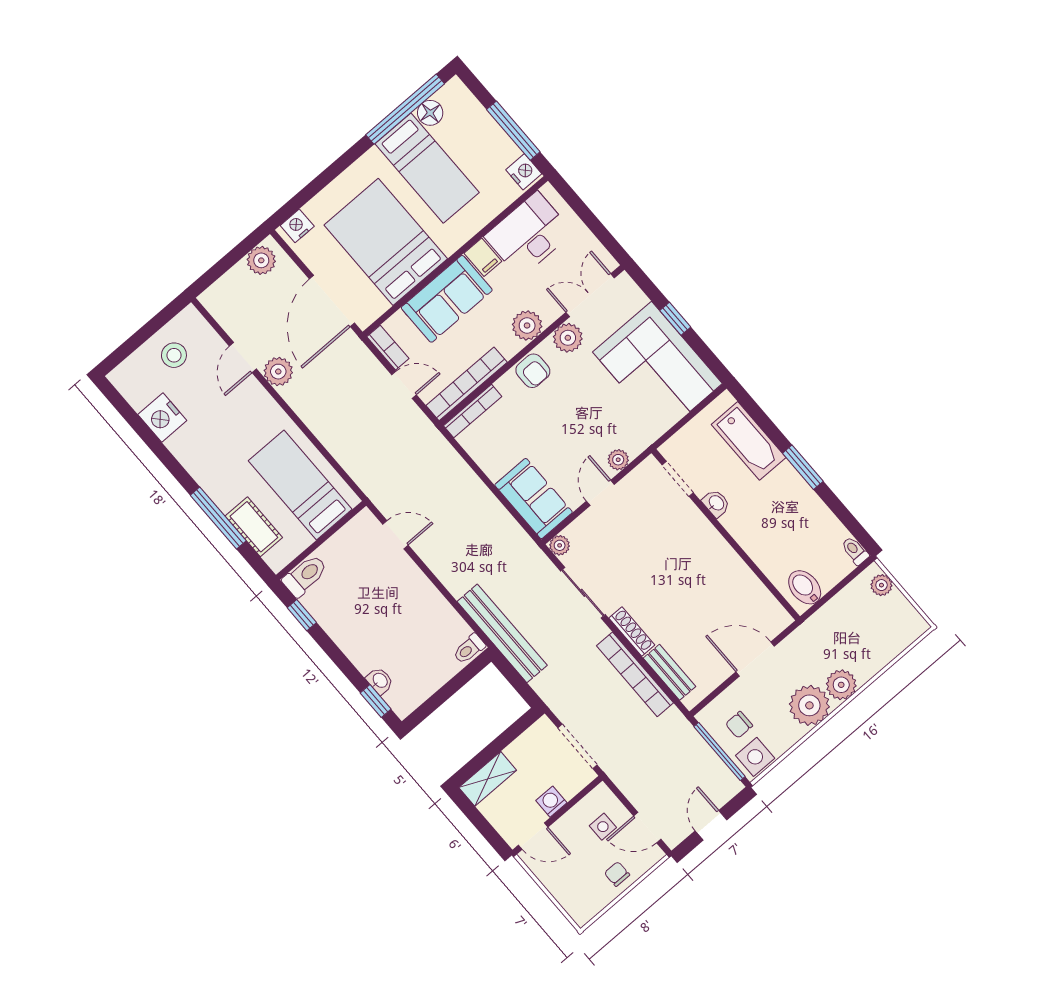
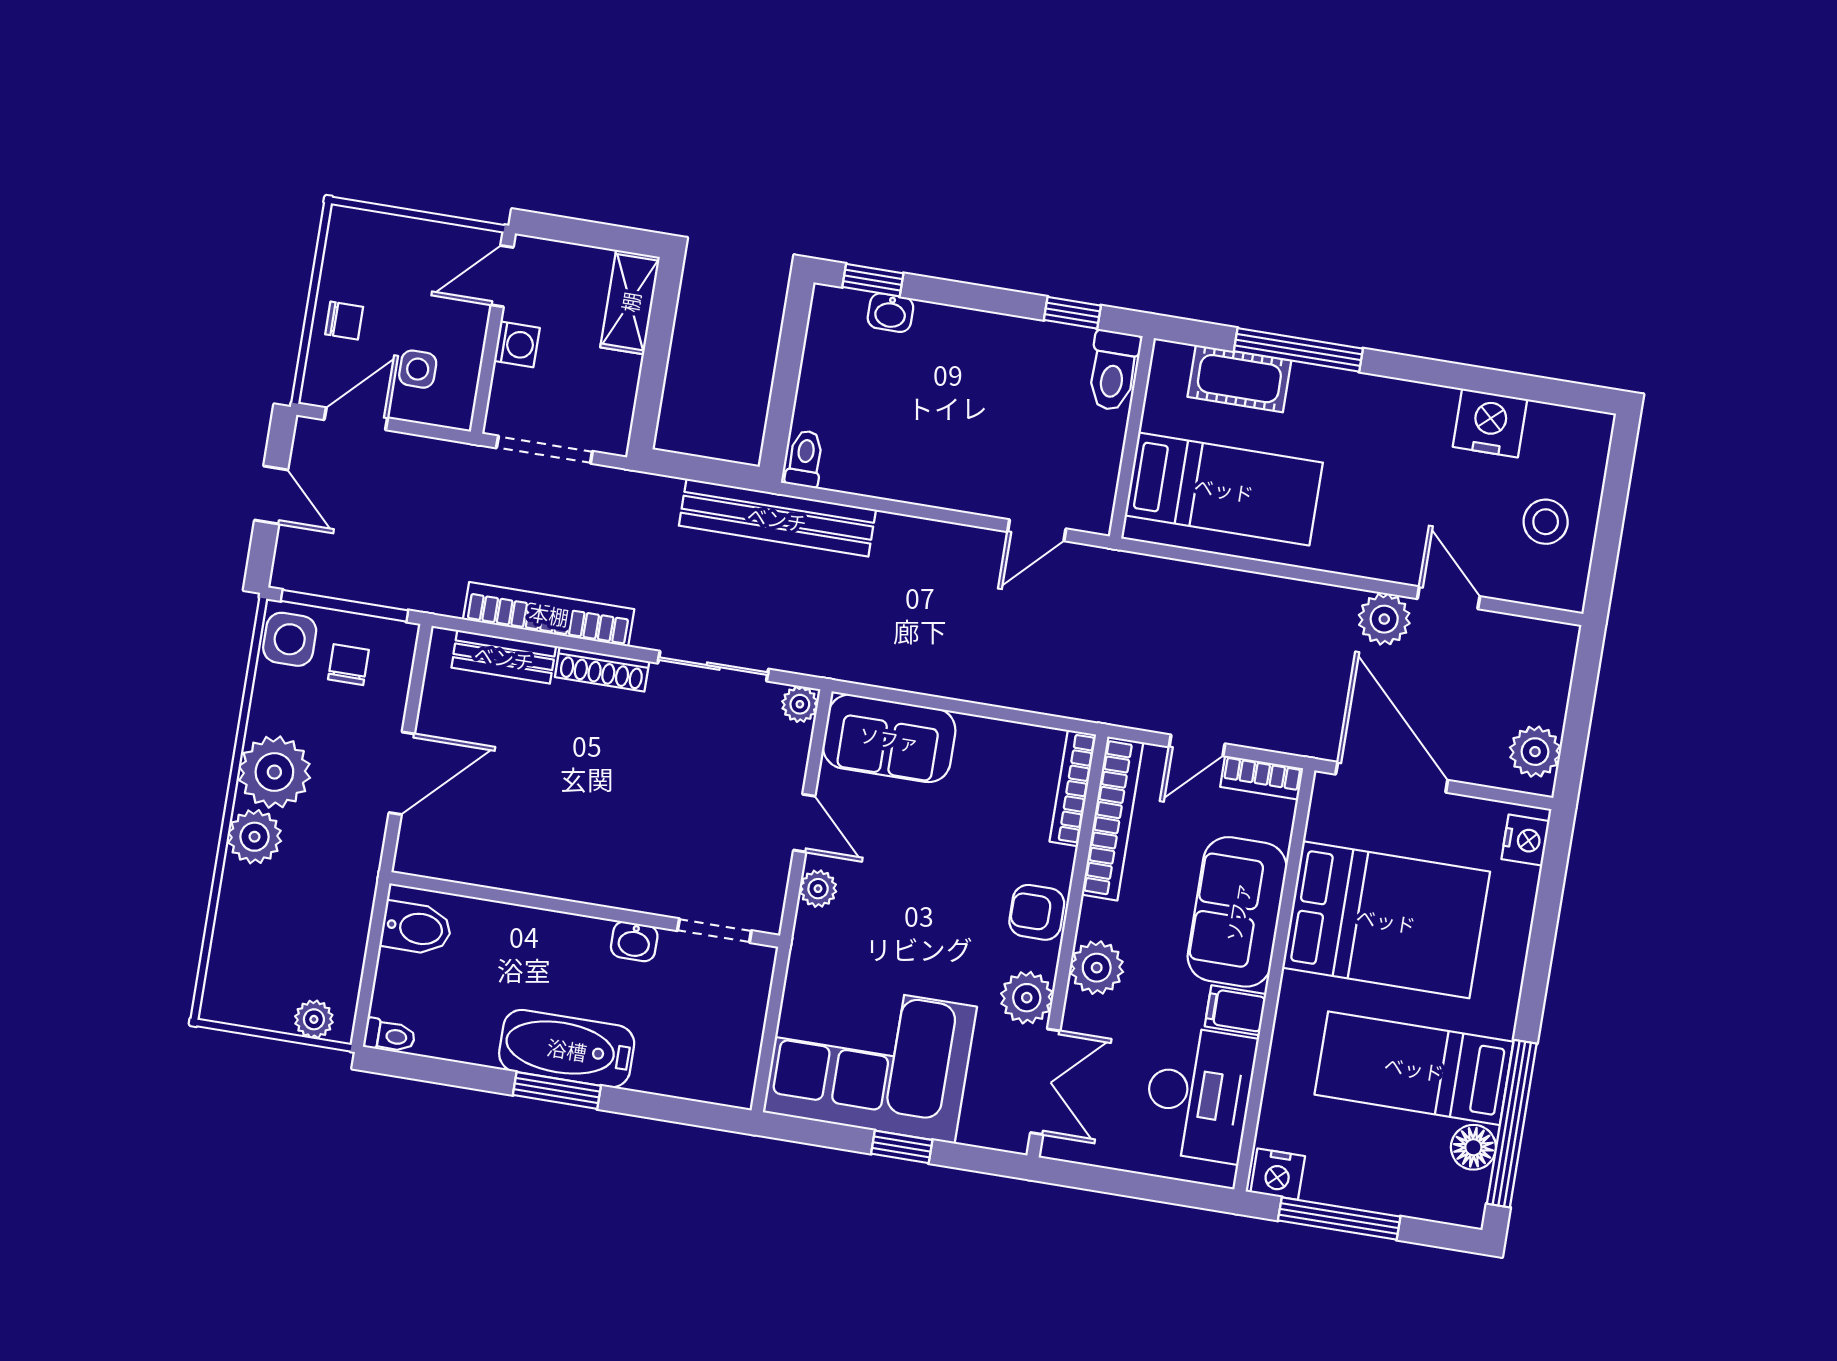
bathtub: (749, 441) -> (567, 1049), moved

